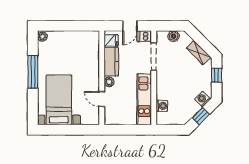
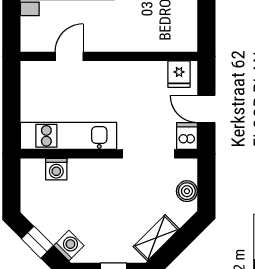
kitchen counter: (111, 62) -> (139, 74), removed
plant: (109, 82) -> (101, 70), removed

